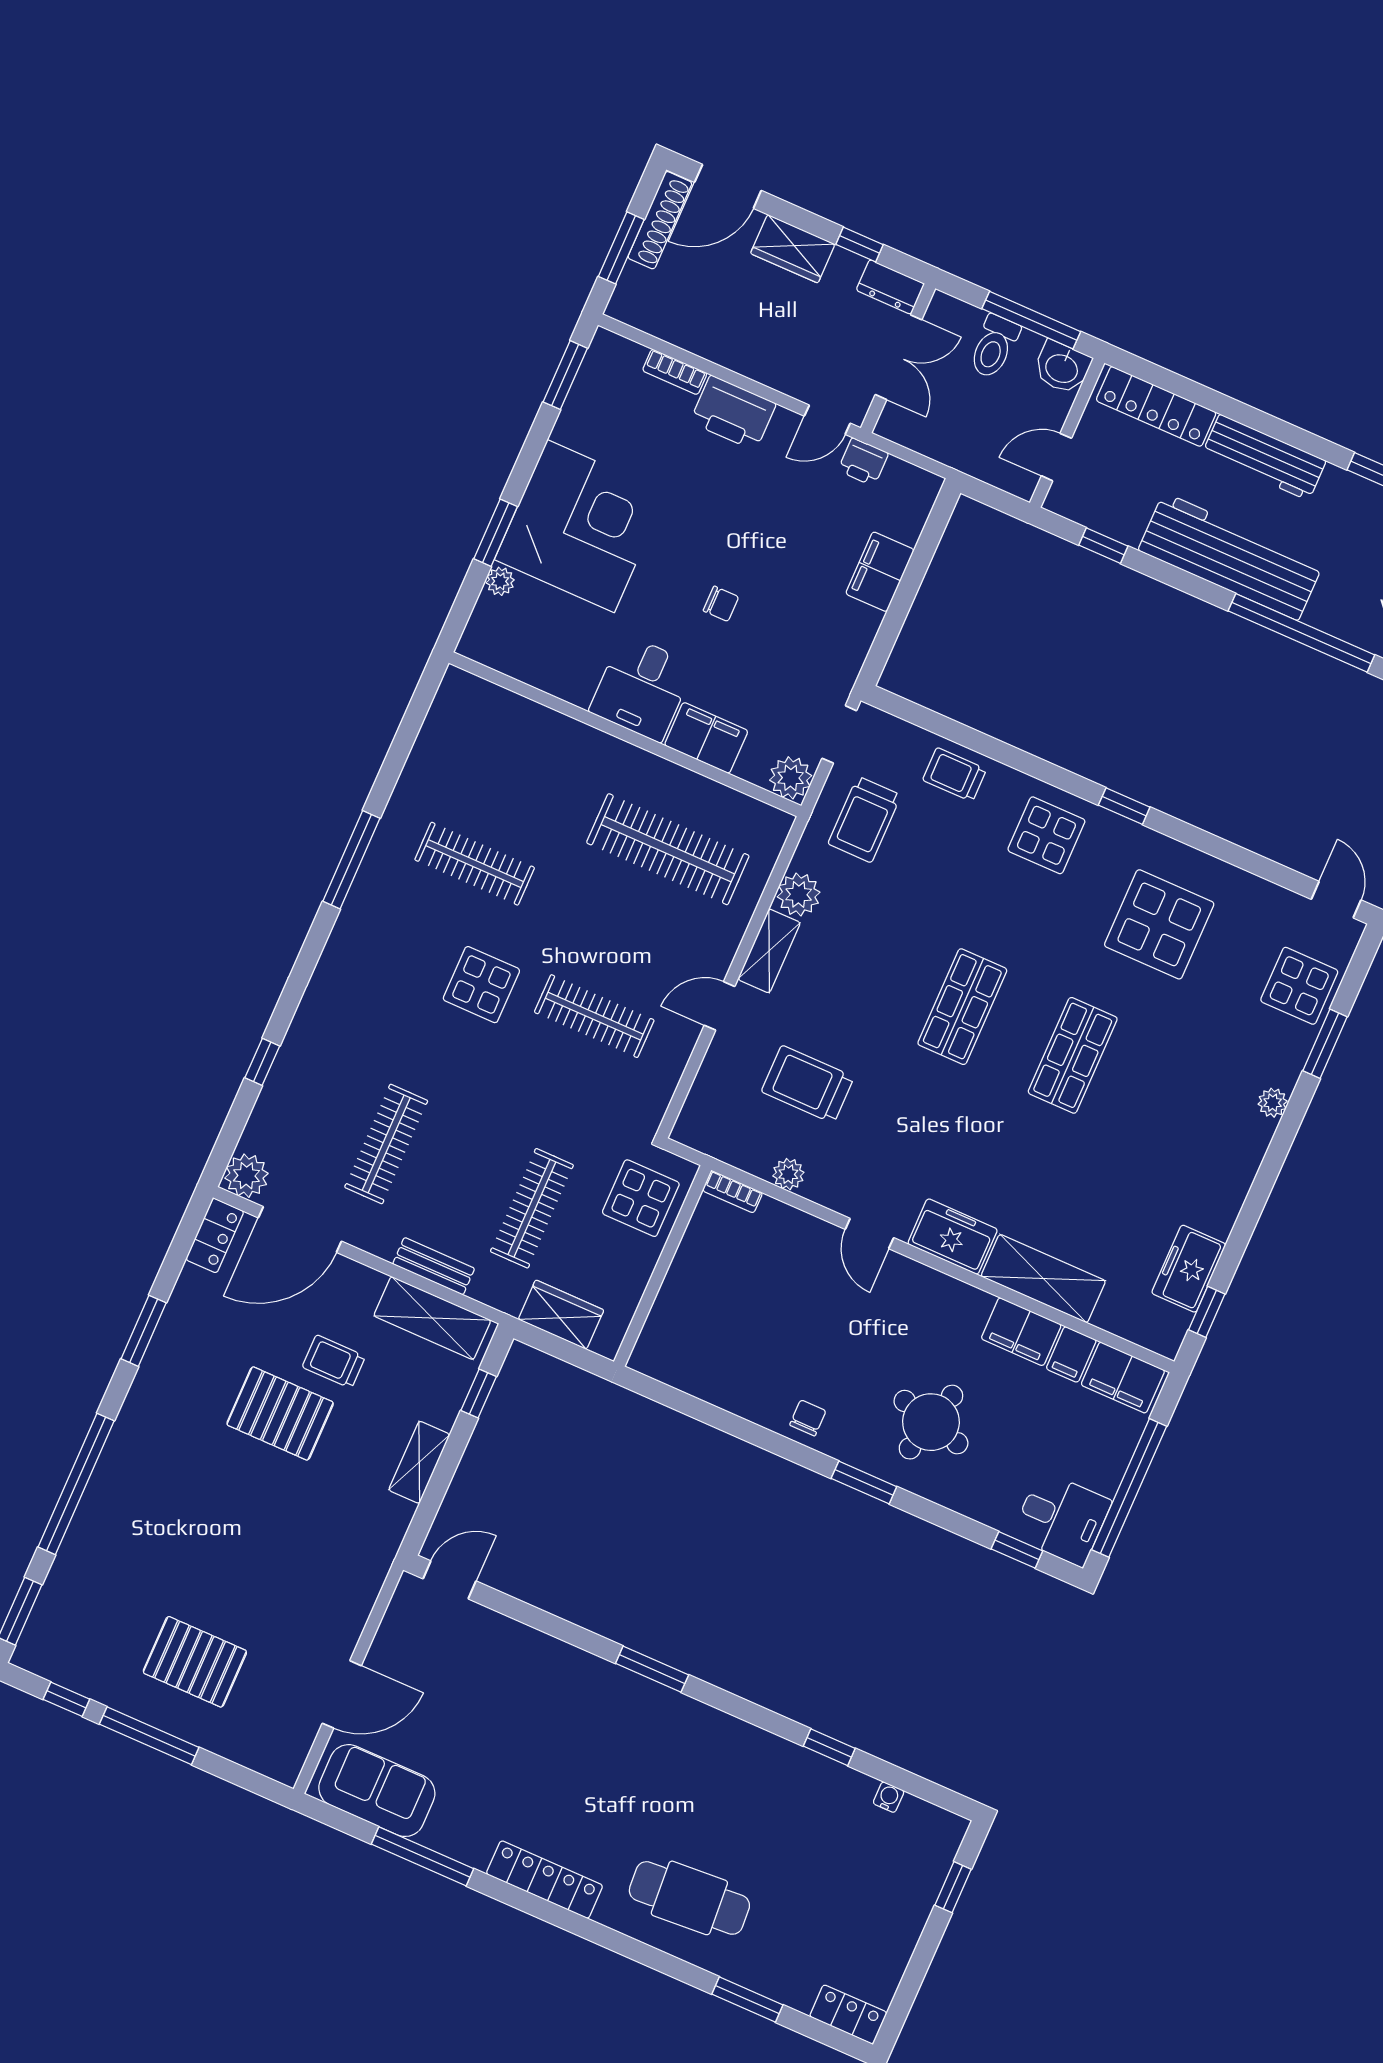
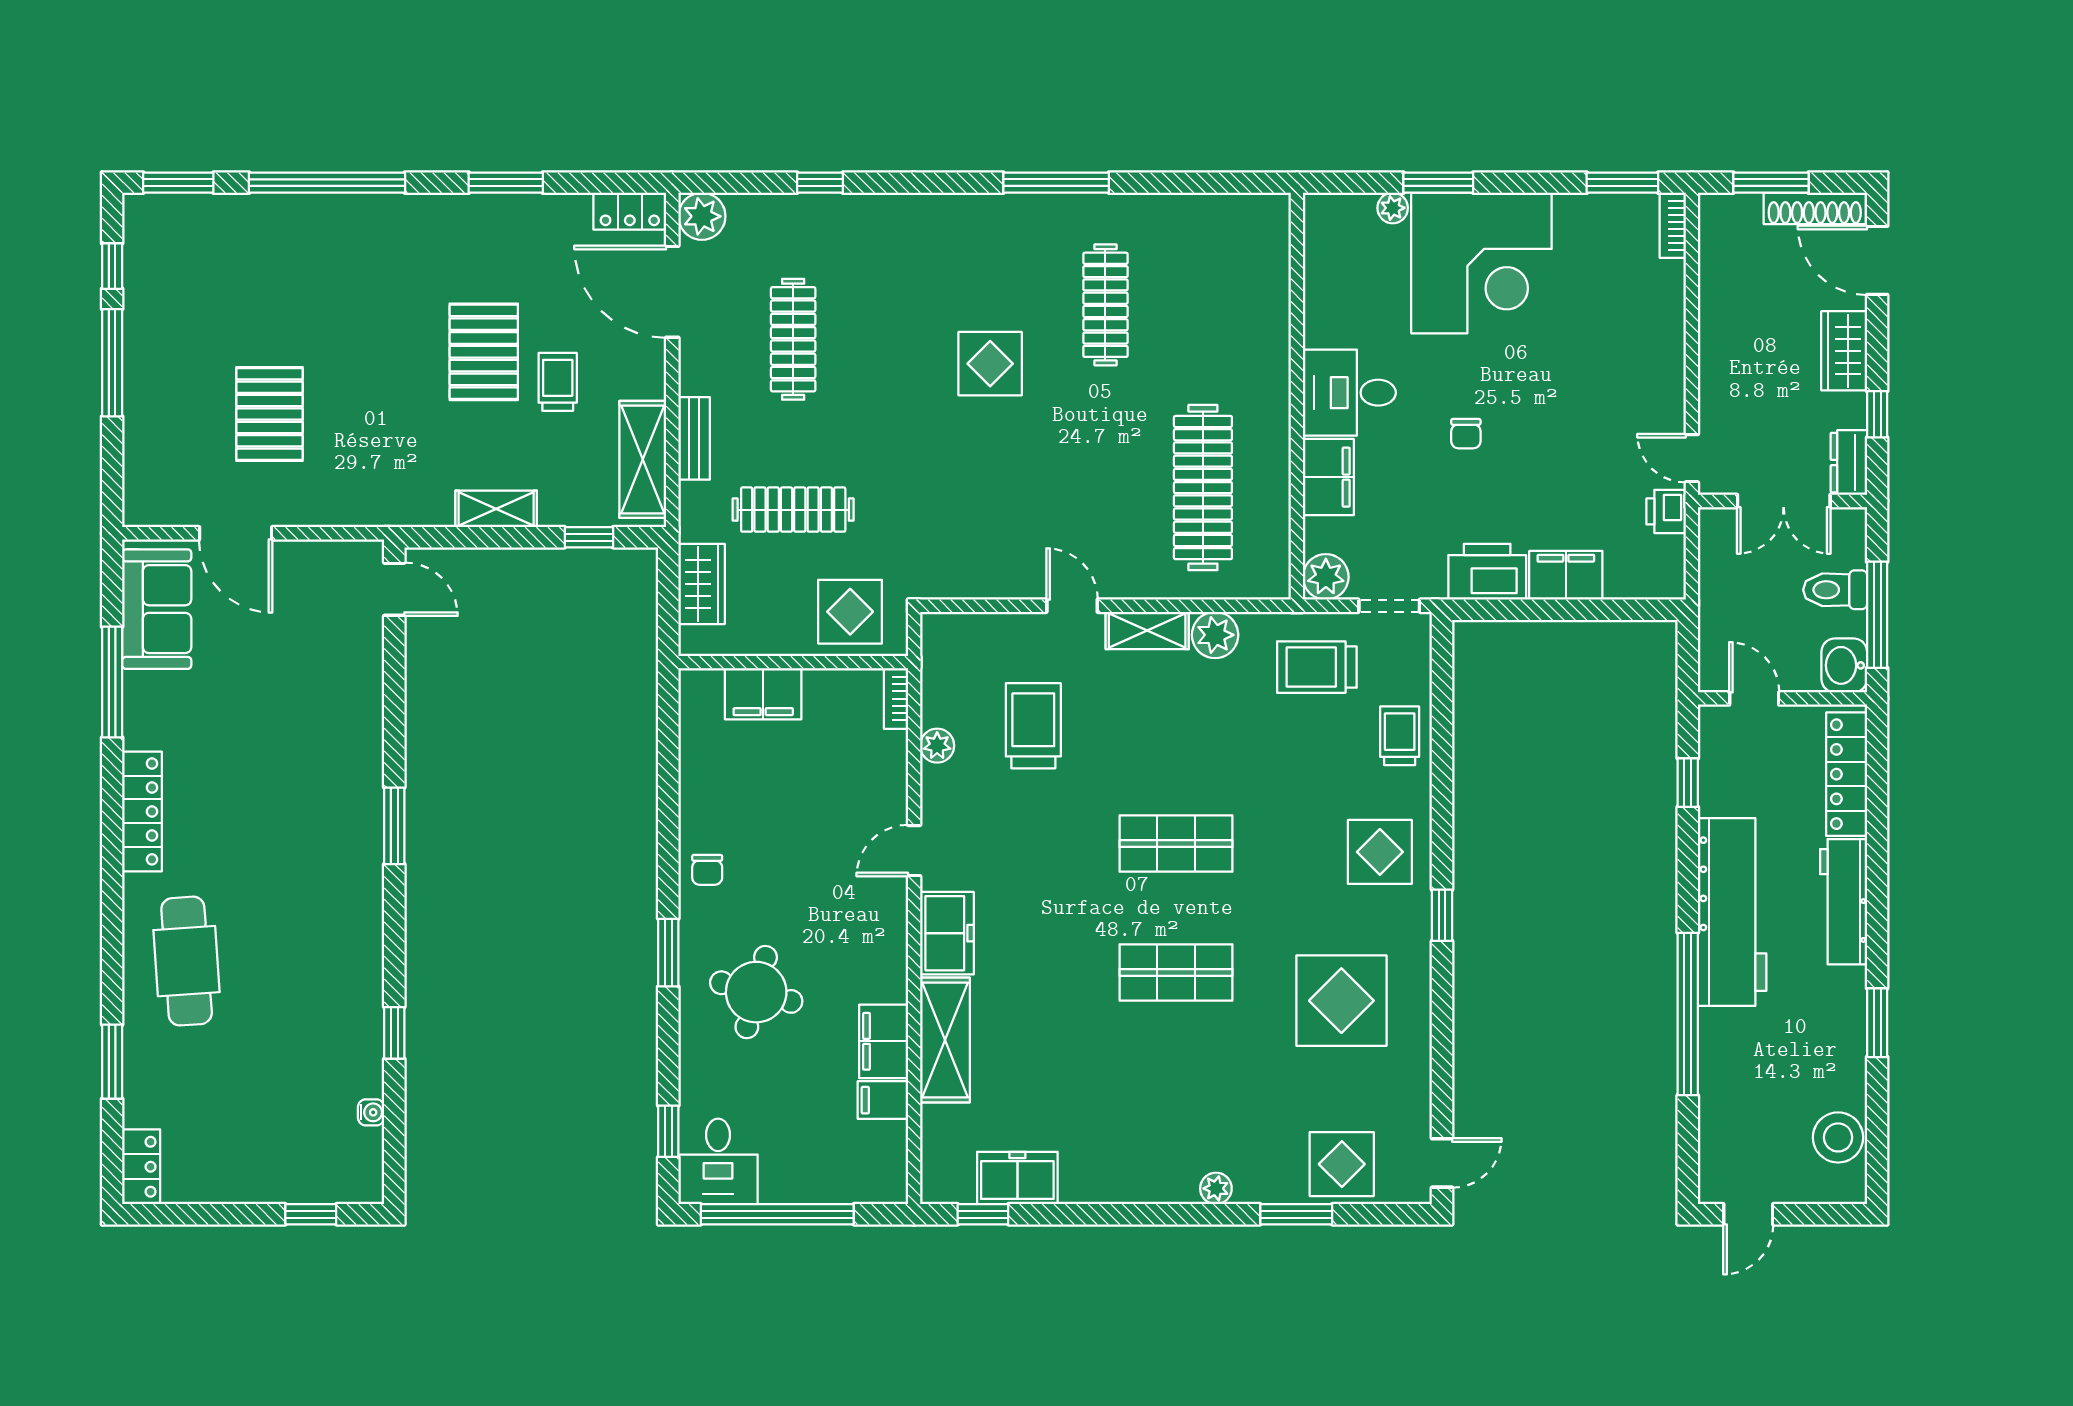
bookcase: (675, 372) -> (1673, 225), moved
printer: (733, 413) -> (1487, 572), moved, turned 90
clothes rail: (594, 1016) -> (1008, 488), removed
clothes rail: (386, 1144) -> (793, 339), turned 90
filing cabinet: (1123, 1378) -> (763, 694), moved, turned -90
chair: (808, 1418) -> (707, 870), turned 90
pallet: (195, 1662) -> (269, 414), moved

